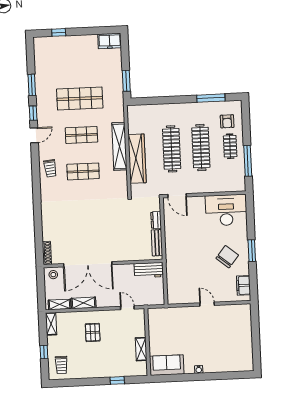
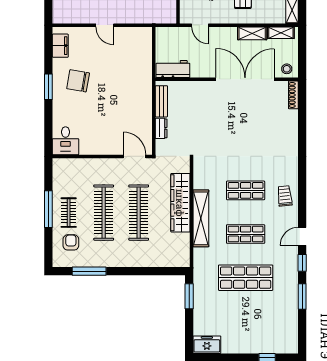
window: (248, 161) -> (48, 209), moved
desk: (226, 210) -> (65, 141), width x0.53, depth x0.77
chair: (227, 257) -> (78, 81), turned 61

